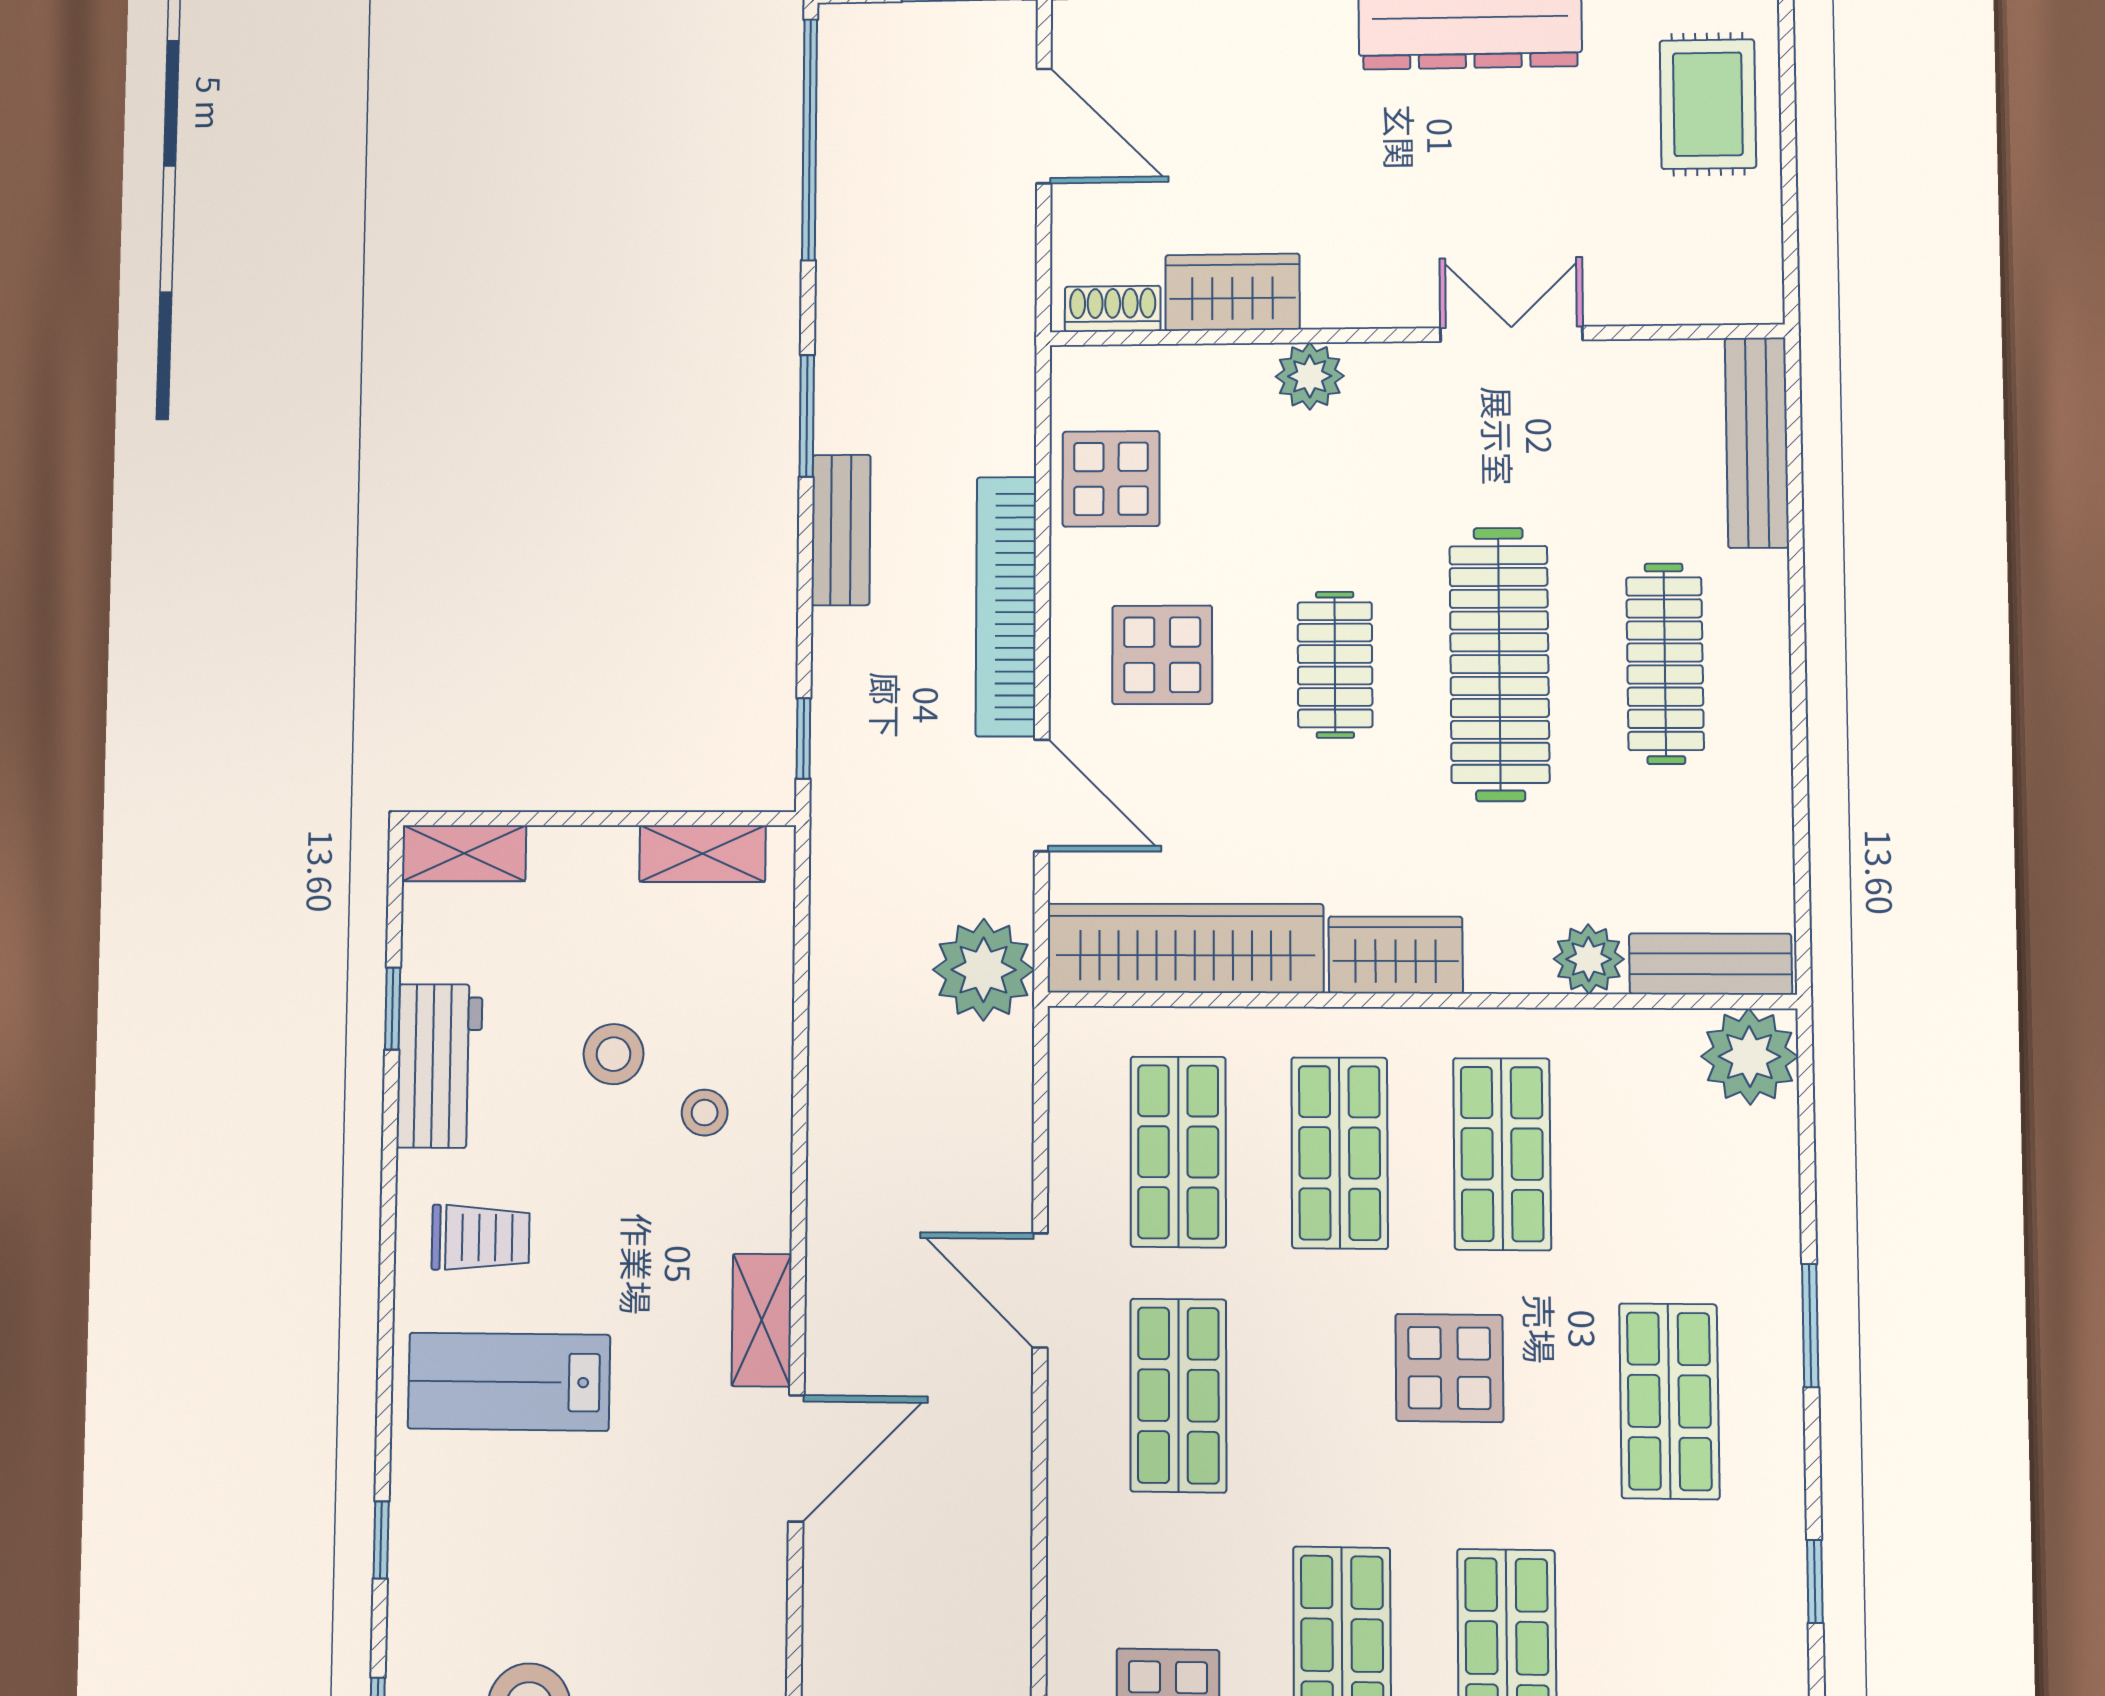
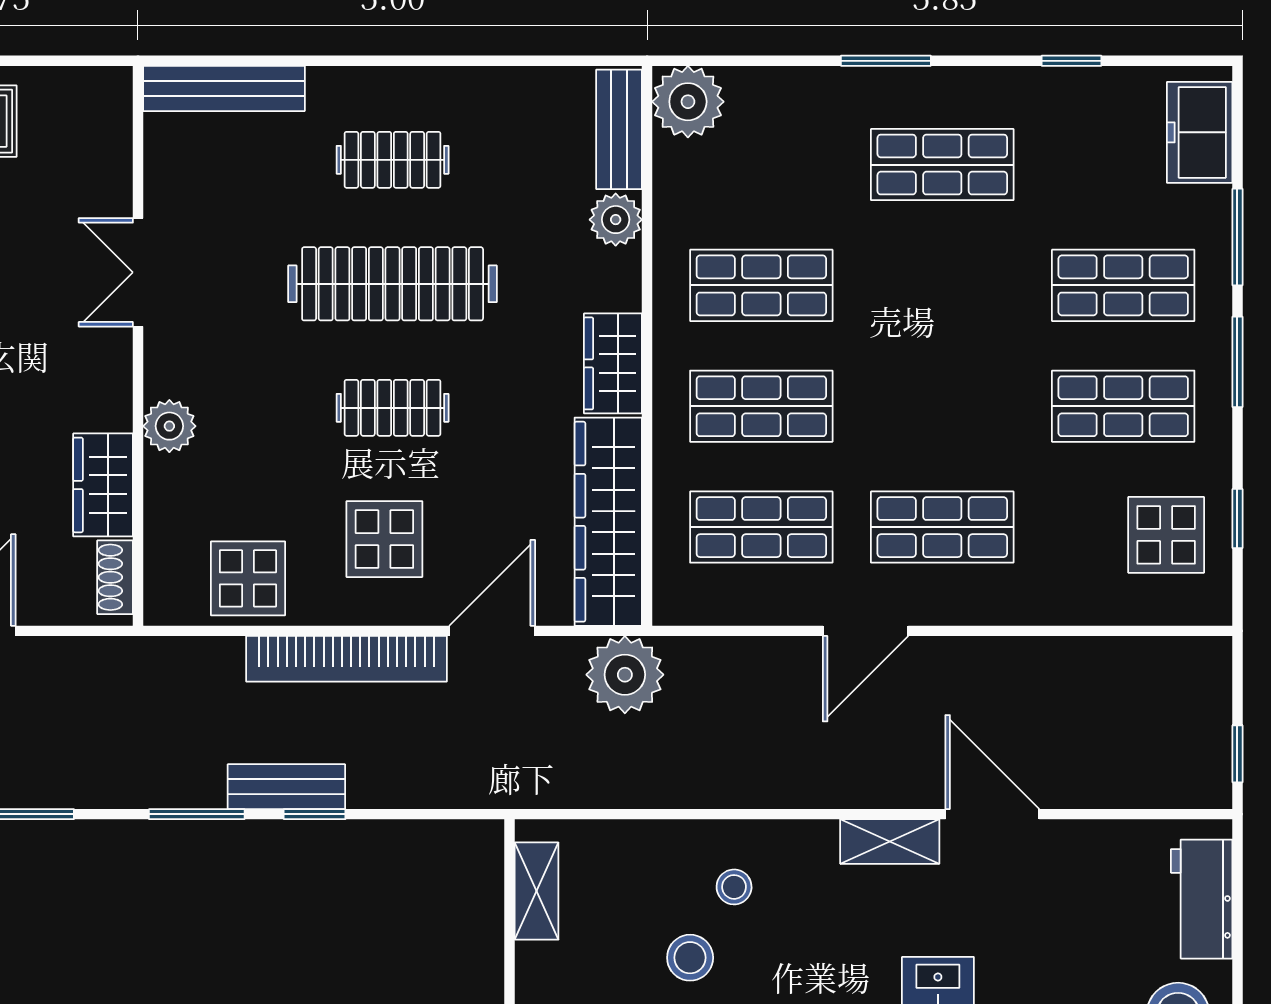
clothes rail: (1665, 664) -> (393, 160), width x0.73
window: (803, 738) -> (315, 814), moved
display table: (1449, 1368) -> (920, 326), removed

